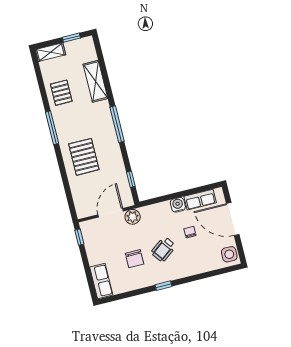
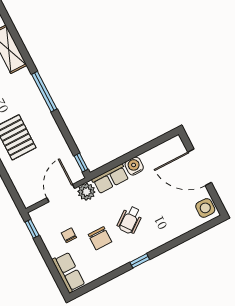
window: (131, 179) -> (81, 163), moved
row of seats: (200, 200) -> (110, 179), moved
chair: (190, 232) -> (69, 235), moved

